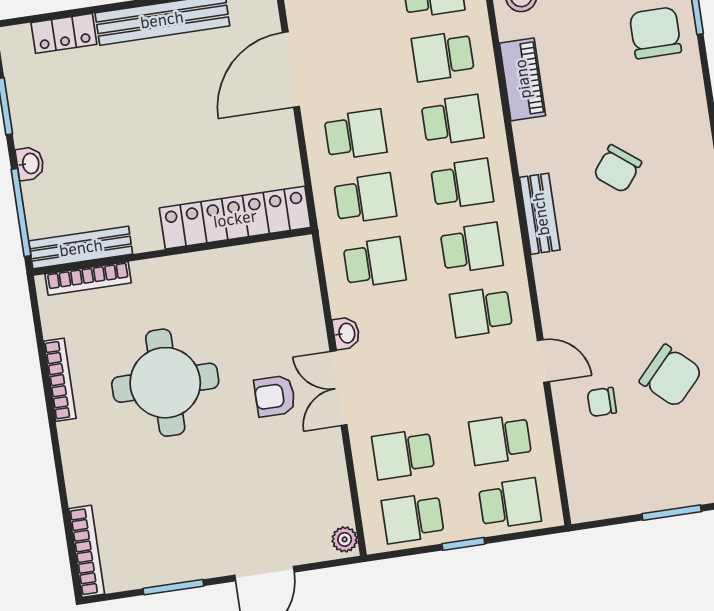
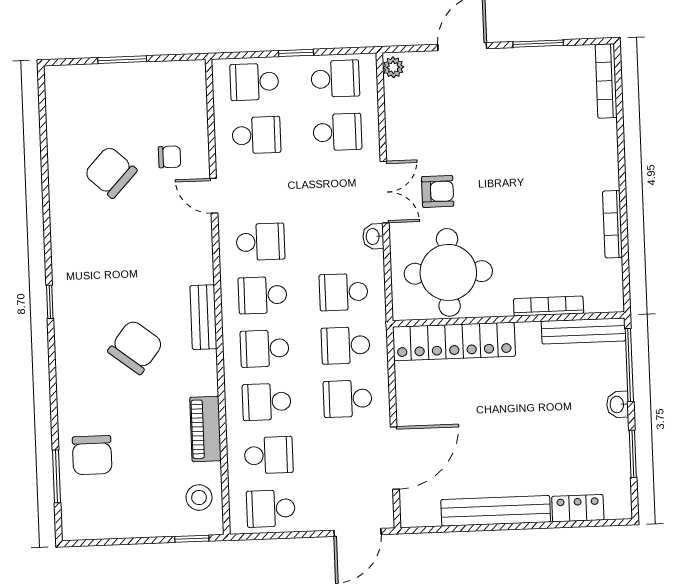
chair: (617, 169) -> (136, 347), width x1.37, depth x1.37
bookcase: (88, 278) -> (549, 306), moved
round table: (165, 383) -> (448, 272), moved

